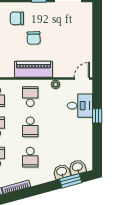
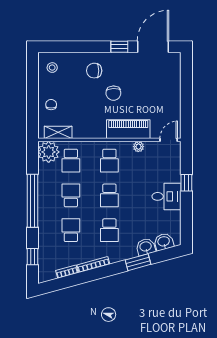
piano: (33, 69) -> (128, 129), moved
school desk: (30, 97) -> (109, 161), turned 180
desk: (80, 106) -> (167, 196), moved
window: (71, 181) -> (138, 262), moved

